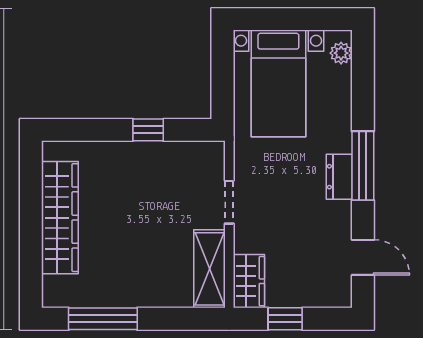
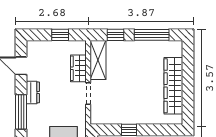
dresser: (339, 177) -> (33, 92), moved
wardrobe: (249, 281) -> (78, 68), moved
window: (175, 319) -> (115, 35), added

